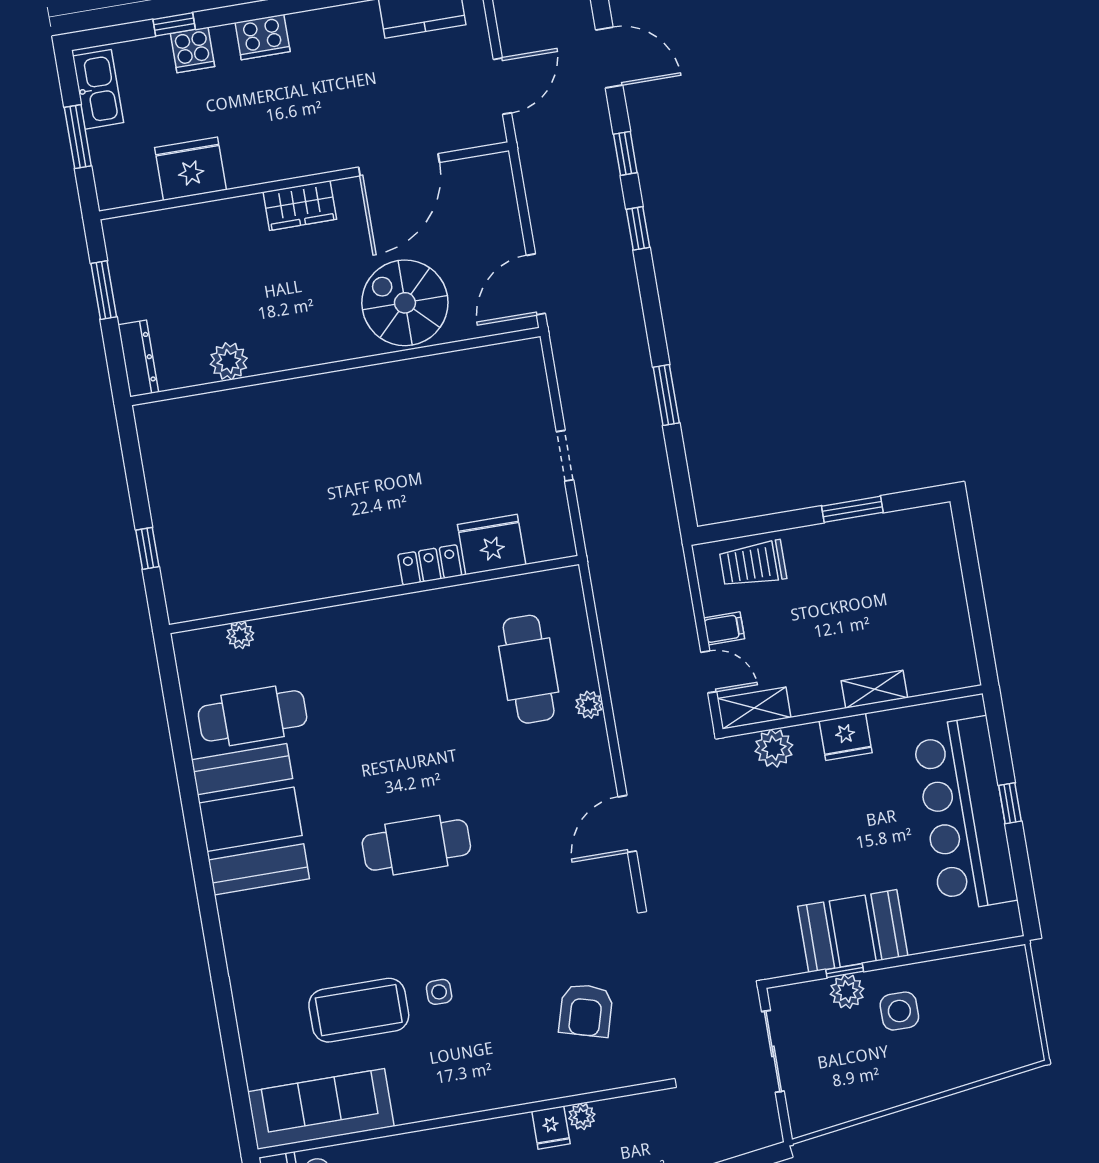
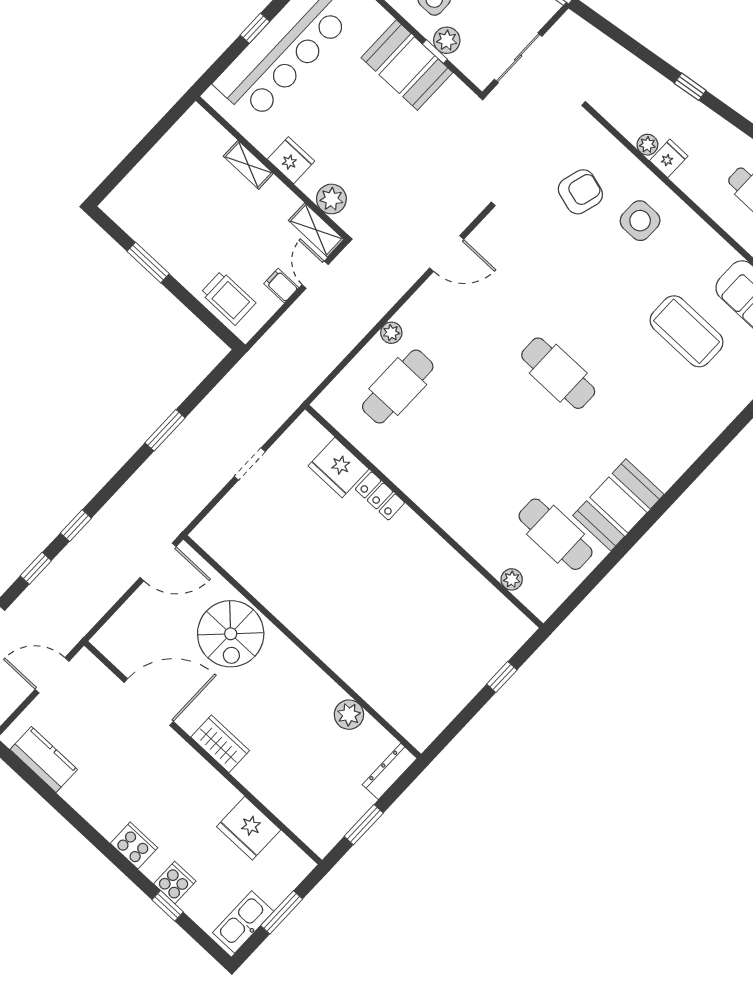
booth: (250, 819) -> (618, 505), width x0.73, depth x0.70
side table: (439, 992) -> (640, 221), moved, width x1.87, depth x1.87

